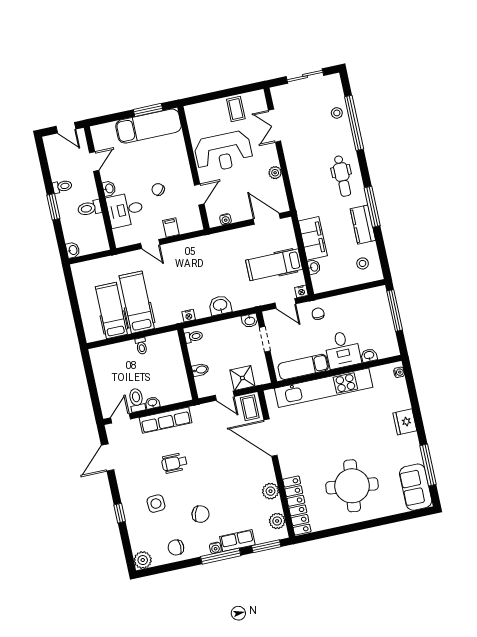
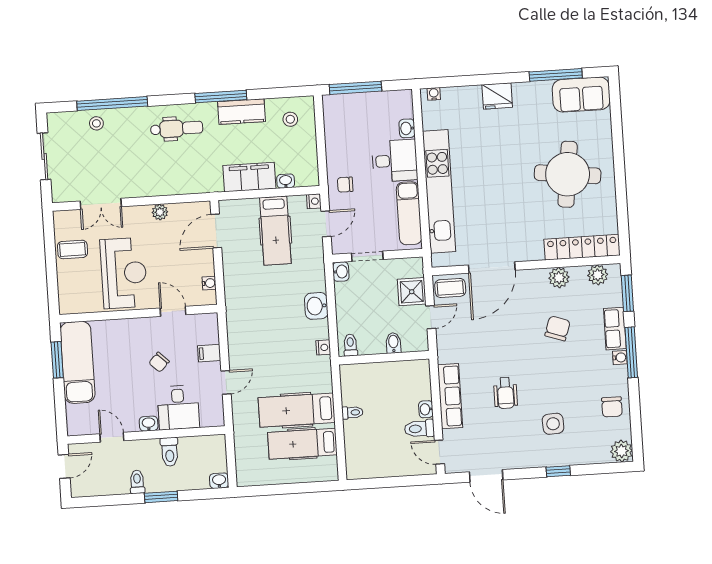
chair: (201, 514) -> (558, 328), moved

